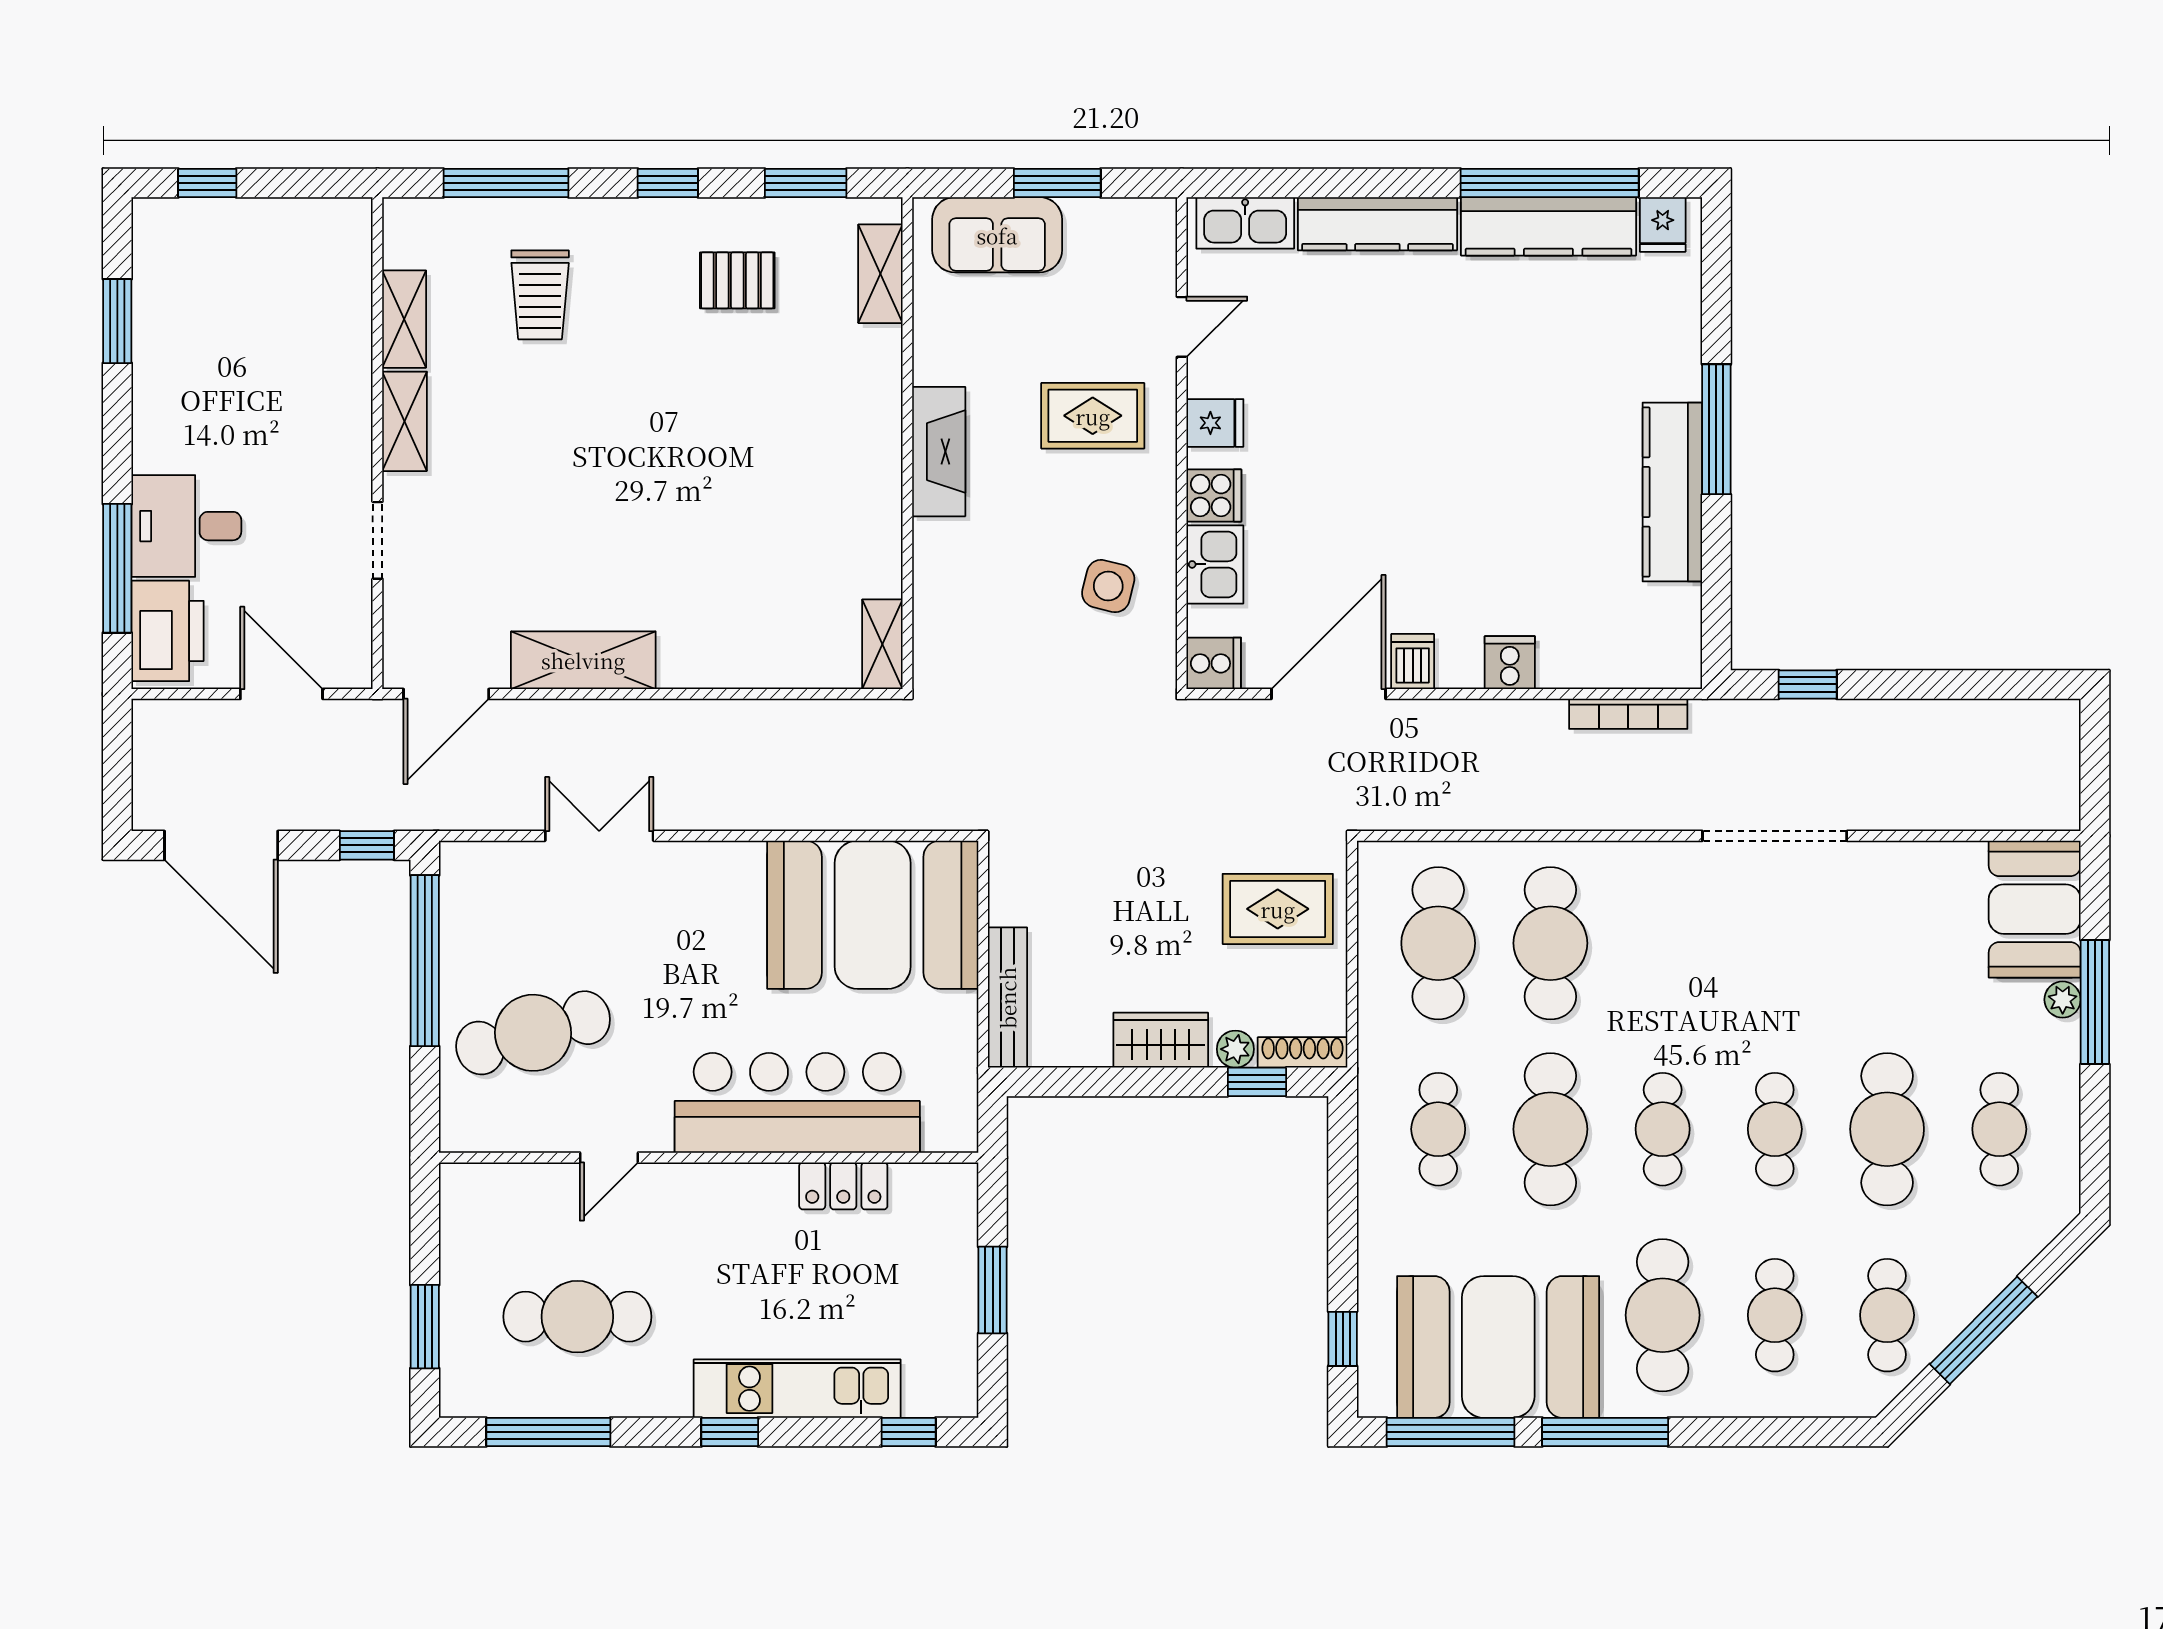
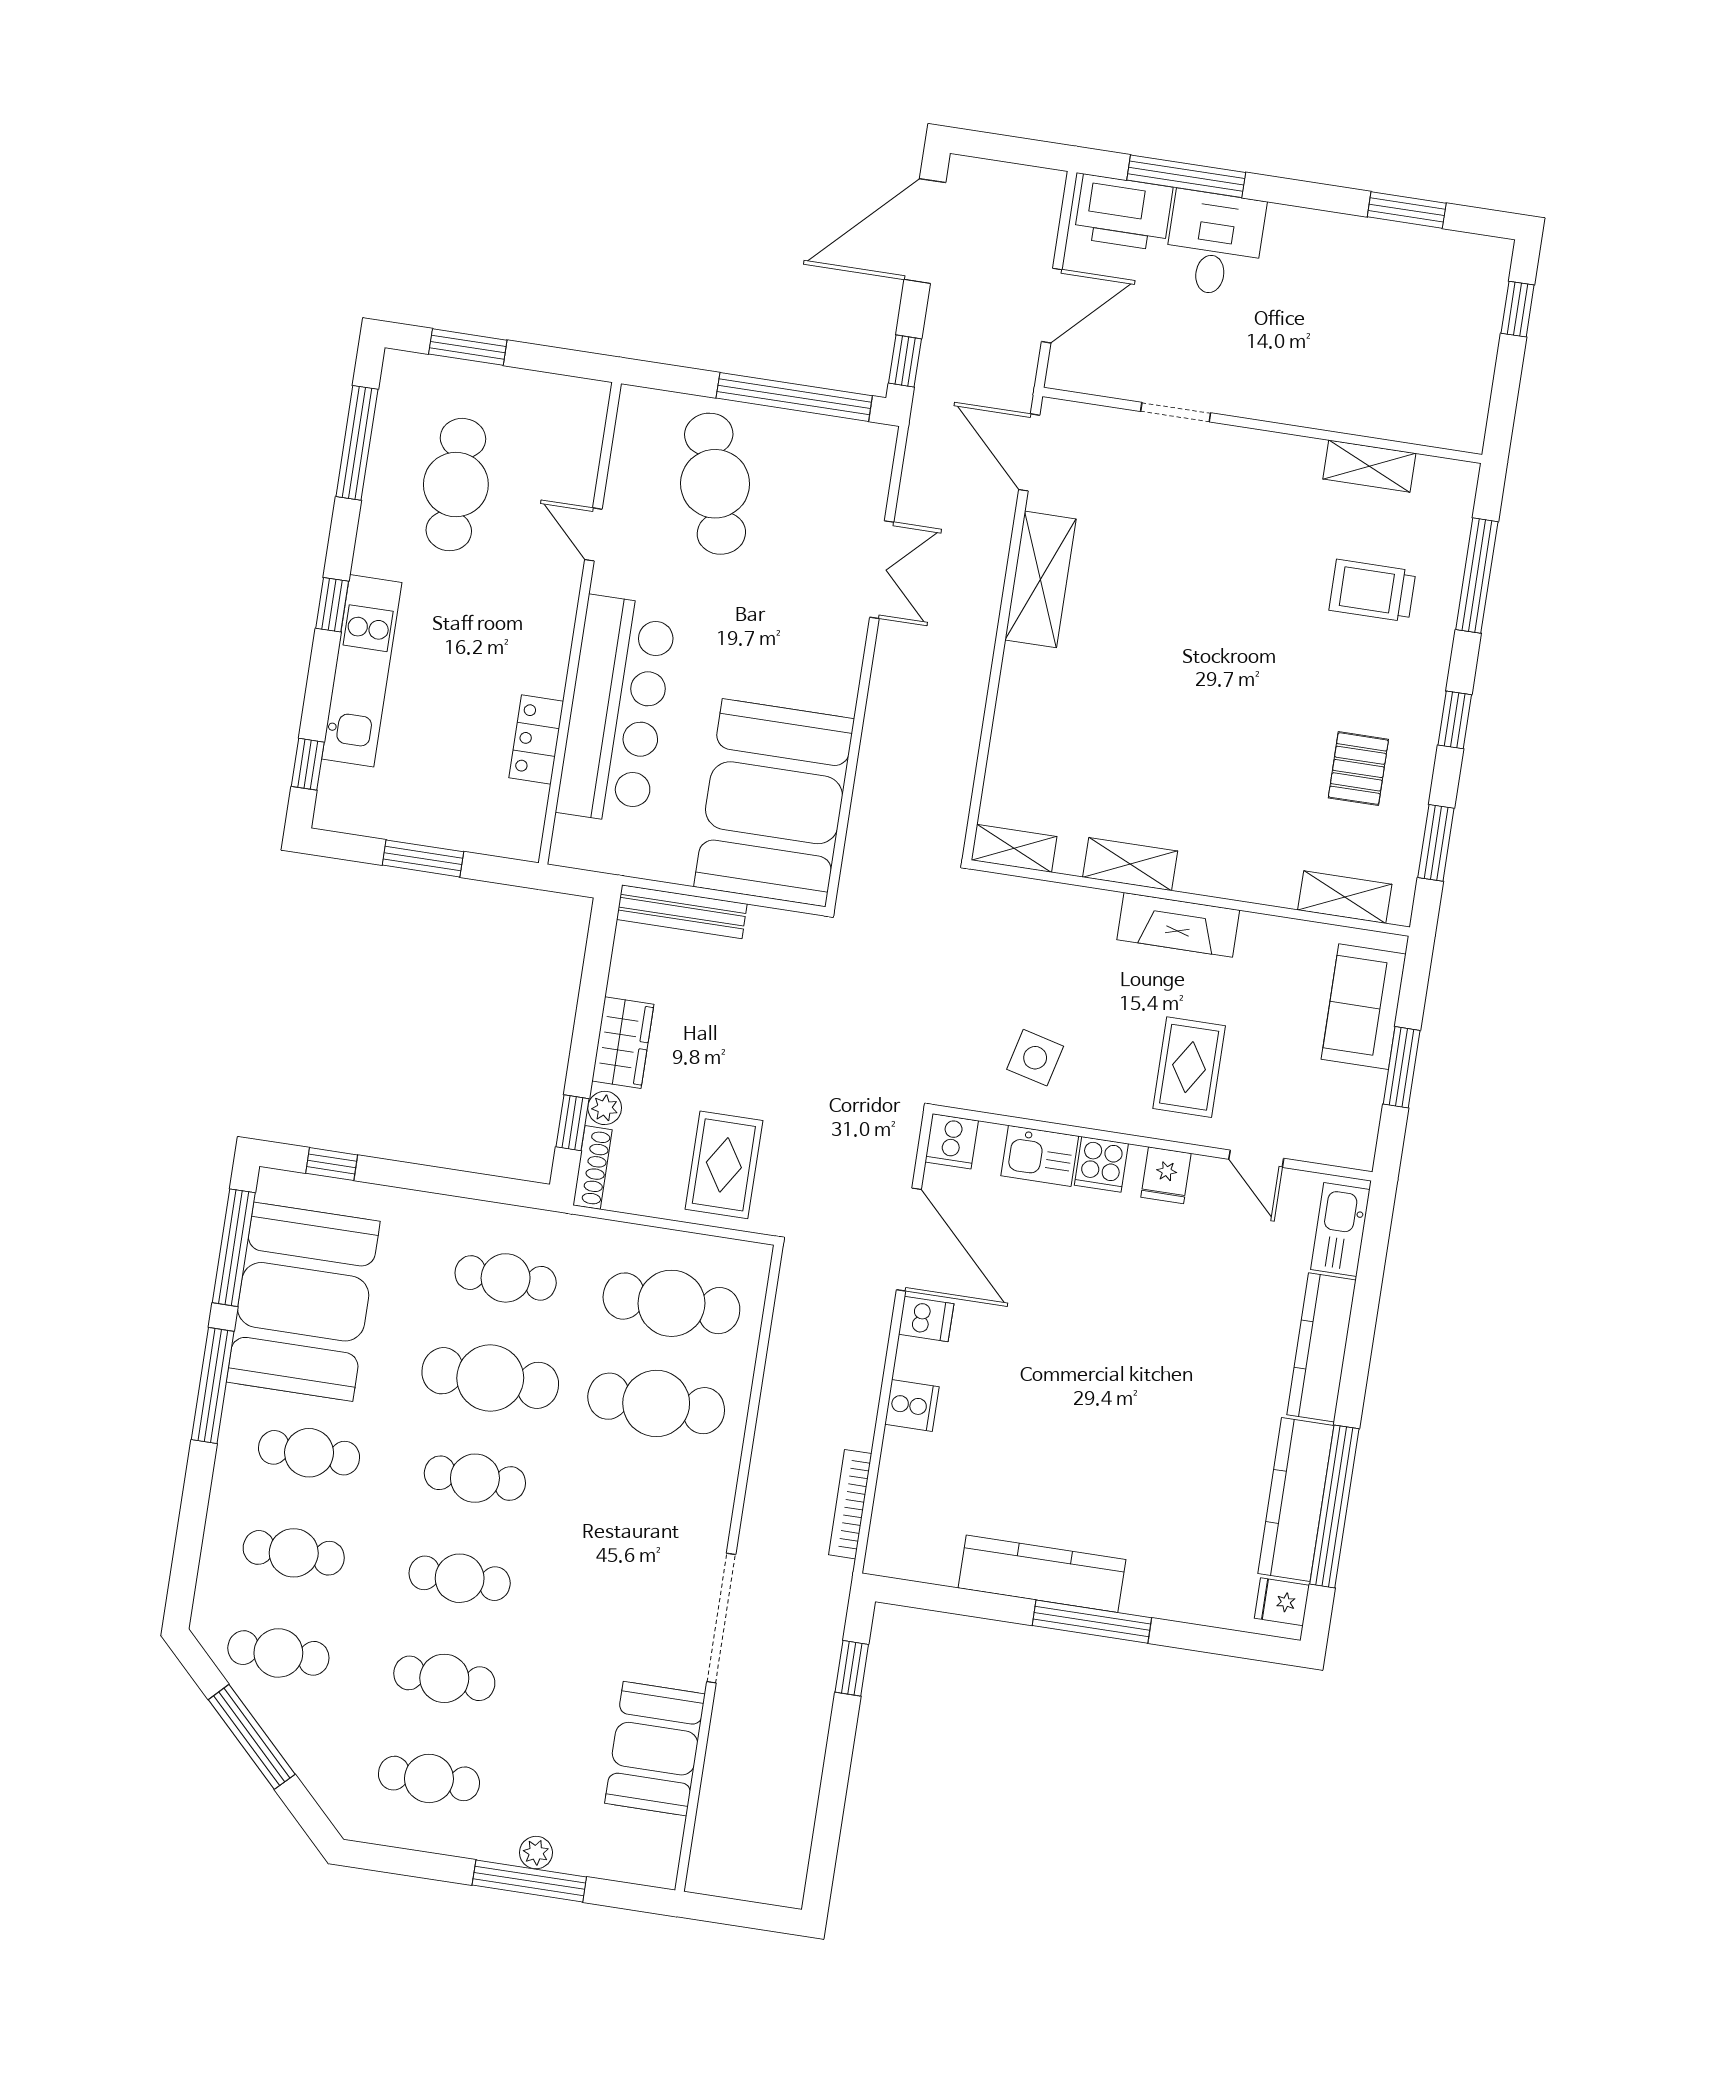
shelving: (405, 421) -> (1130, 864), moved
booth: (2035, 909) -> (655, 1749), moved, turned 90
cafe table: (1887, 1129) -> (444, 1678), width x0.73, depth x0.74
cafe table: (1663, 1315) -> (309, 1453), width x0.73, depth x0.74

